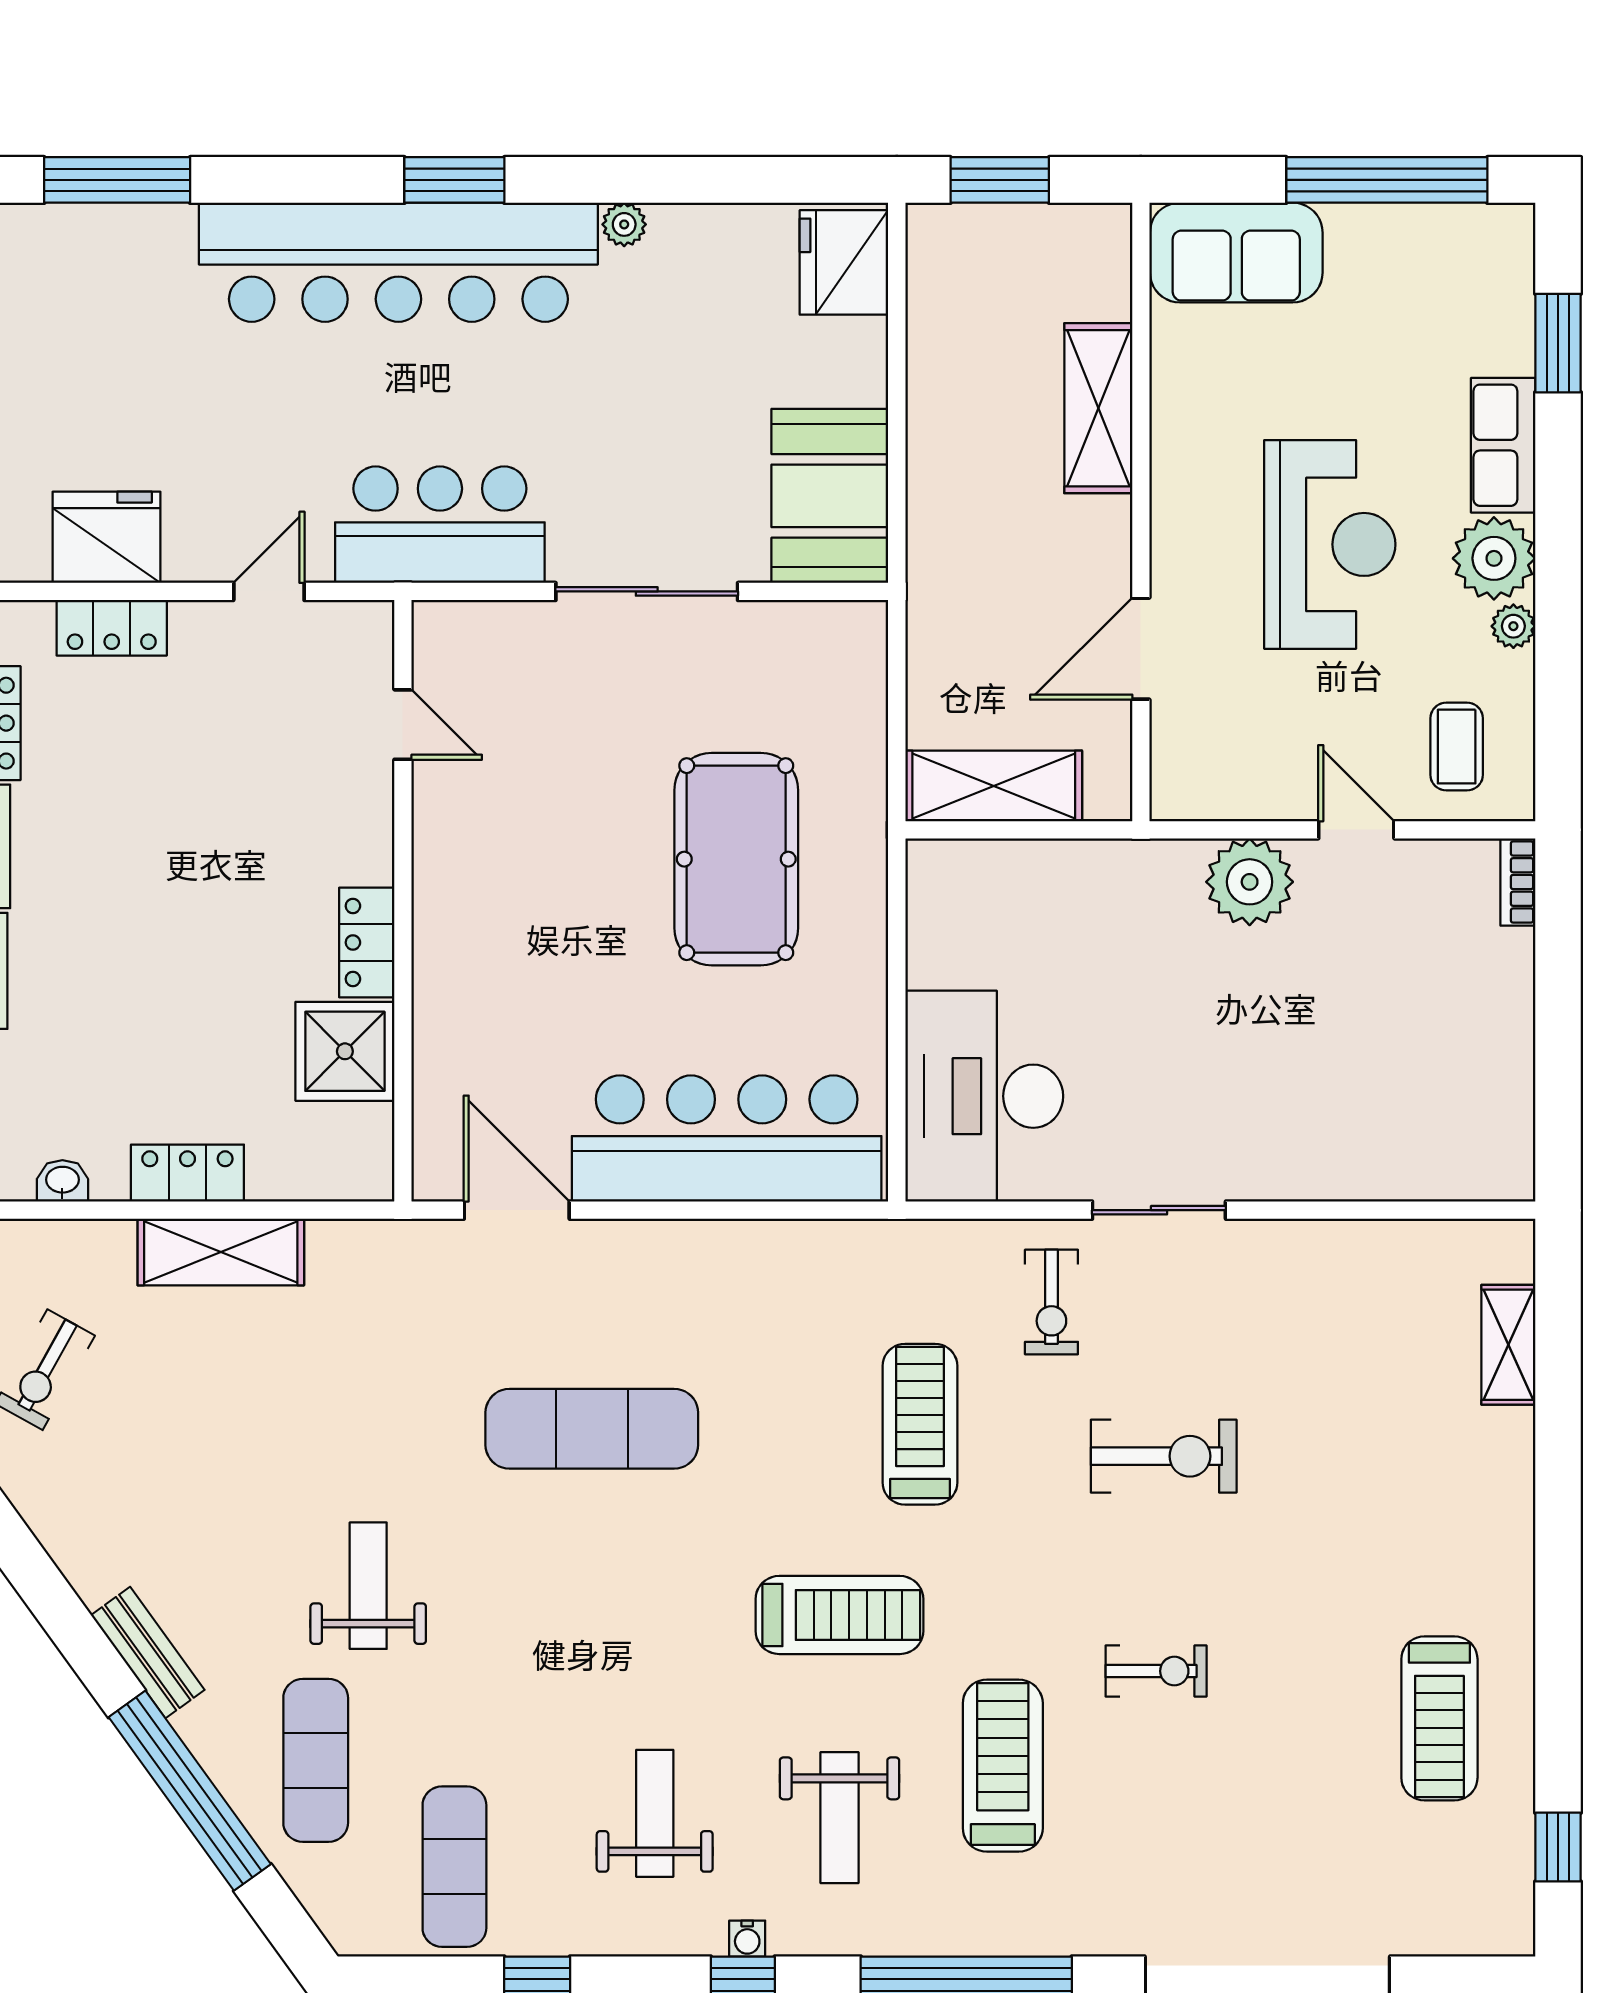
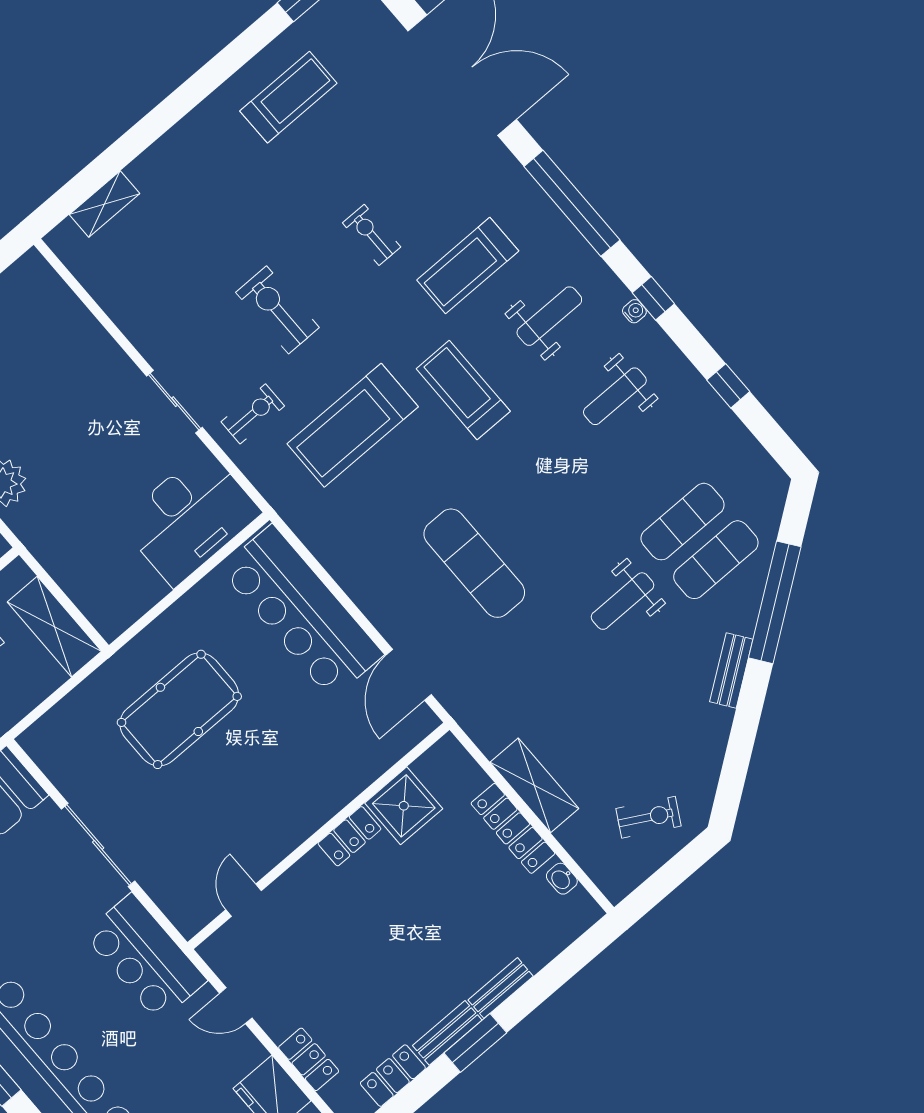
locker: (187, 1173) -> (513, 828), width x1.53
treadmill: (920, 1424) -> (353, 425), width x1.37, depth x1.38
exercise mat: (454, 1867) -> (683, 522), moved

